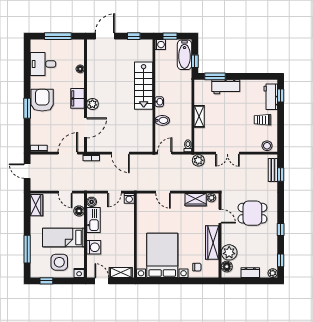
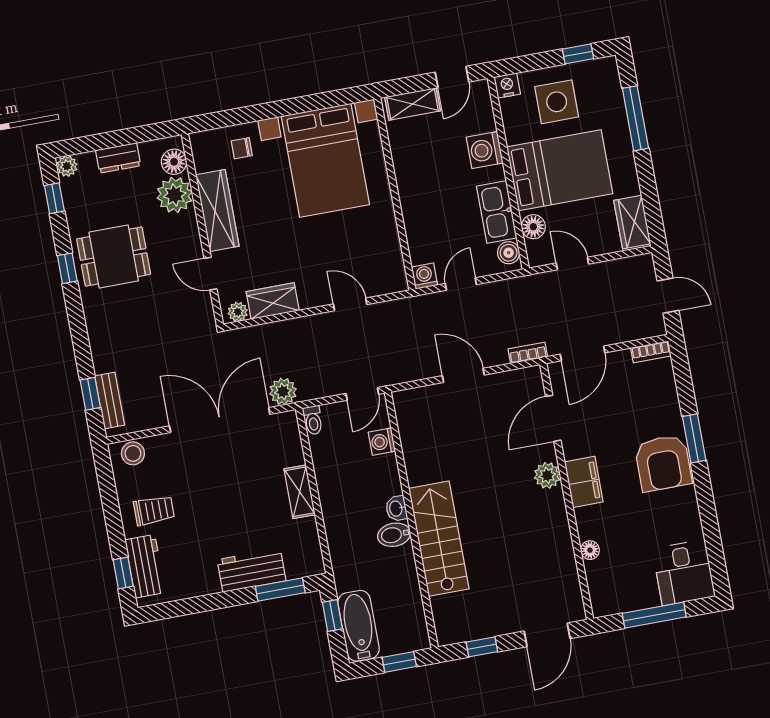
washing machine: (160, 45) -> (382, 442), moved
desk: (43, 64) -> (684, 573), moved, turned 90
bidet: (162, 120) -> (394, 535), moved
double door: (227, 153) -> (220, 420), width x1.87
dining table: (252, 213) -> (114, 257), moved
bed: (63, 238) -> (560, 170), width x1.50
door: (102, 281) -> (452, 77), hinge flipped

